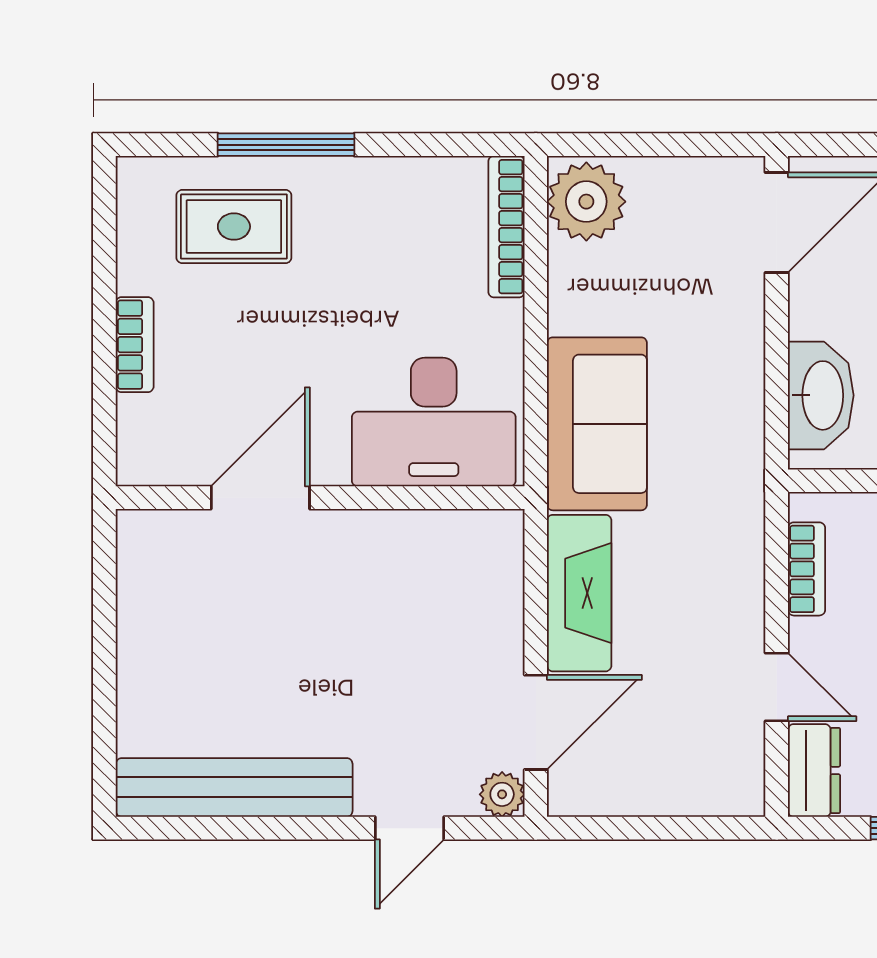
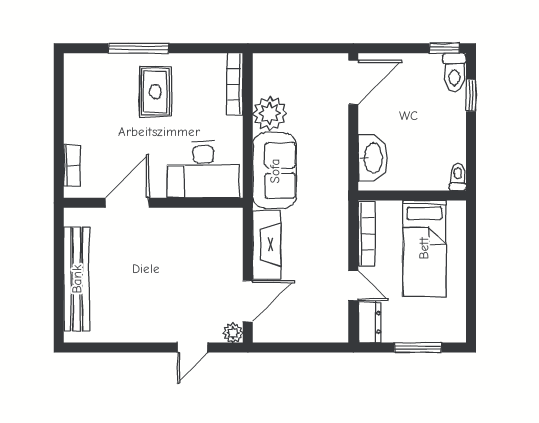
plant: (586, 202) -> (270, 113), moved
rug: (234, 227) -> (155, 92), moved, turned 90
bookcase: (135, 345) -> (72, 166), moved
bookcase: (807, 569) -> (366, 234), width x1.56
bench: (234, 787) -> (77, 279), moved, turned 90

